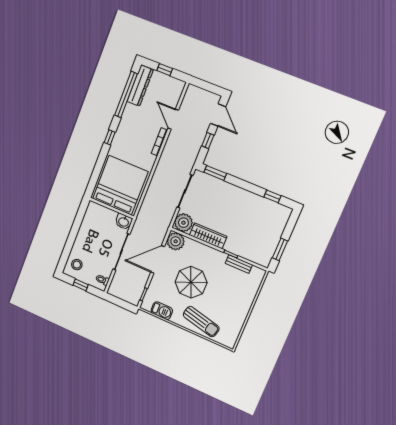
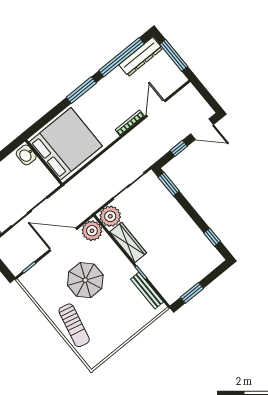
window: (165, 70) -> (174, 55), width x2.17
door: (218, 115) -> (202, 129), hinge flipped
window: (110, 137) -> (81, 90), width x2.17
washbasin: (124, 222) -> (26, 155), moved
bench: (239, 264) -> (147, 291), width x1.36
barbecue: (162, 311) -> (39, 294), removed

